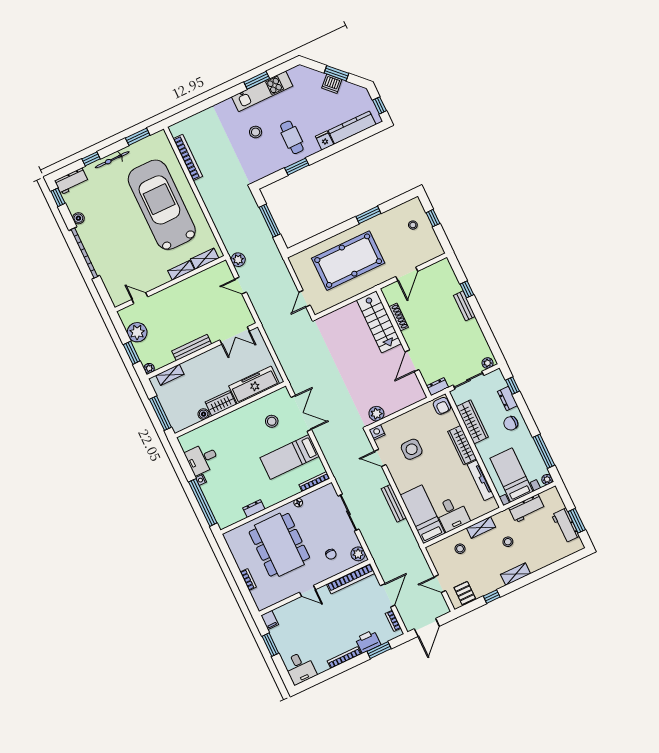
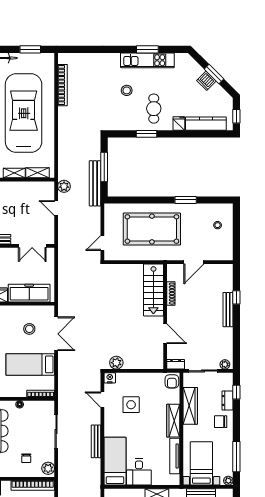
window: (433, 218) -> (236, 227), removed
bench: (268, 242) -> (95, 183), added
bench: (464, 306) -> (228, 310), width x1.36
door: (412, 361) -> (165, 334), swing flipped

